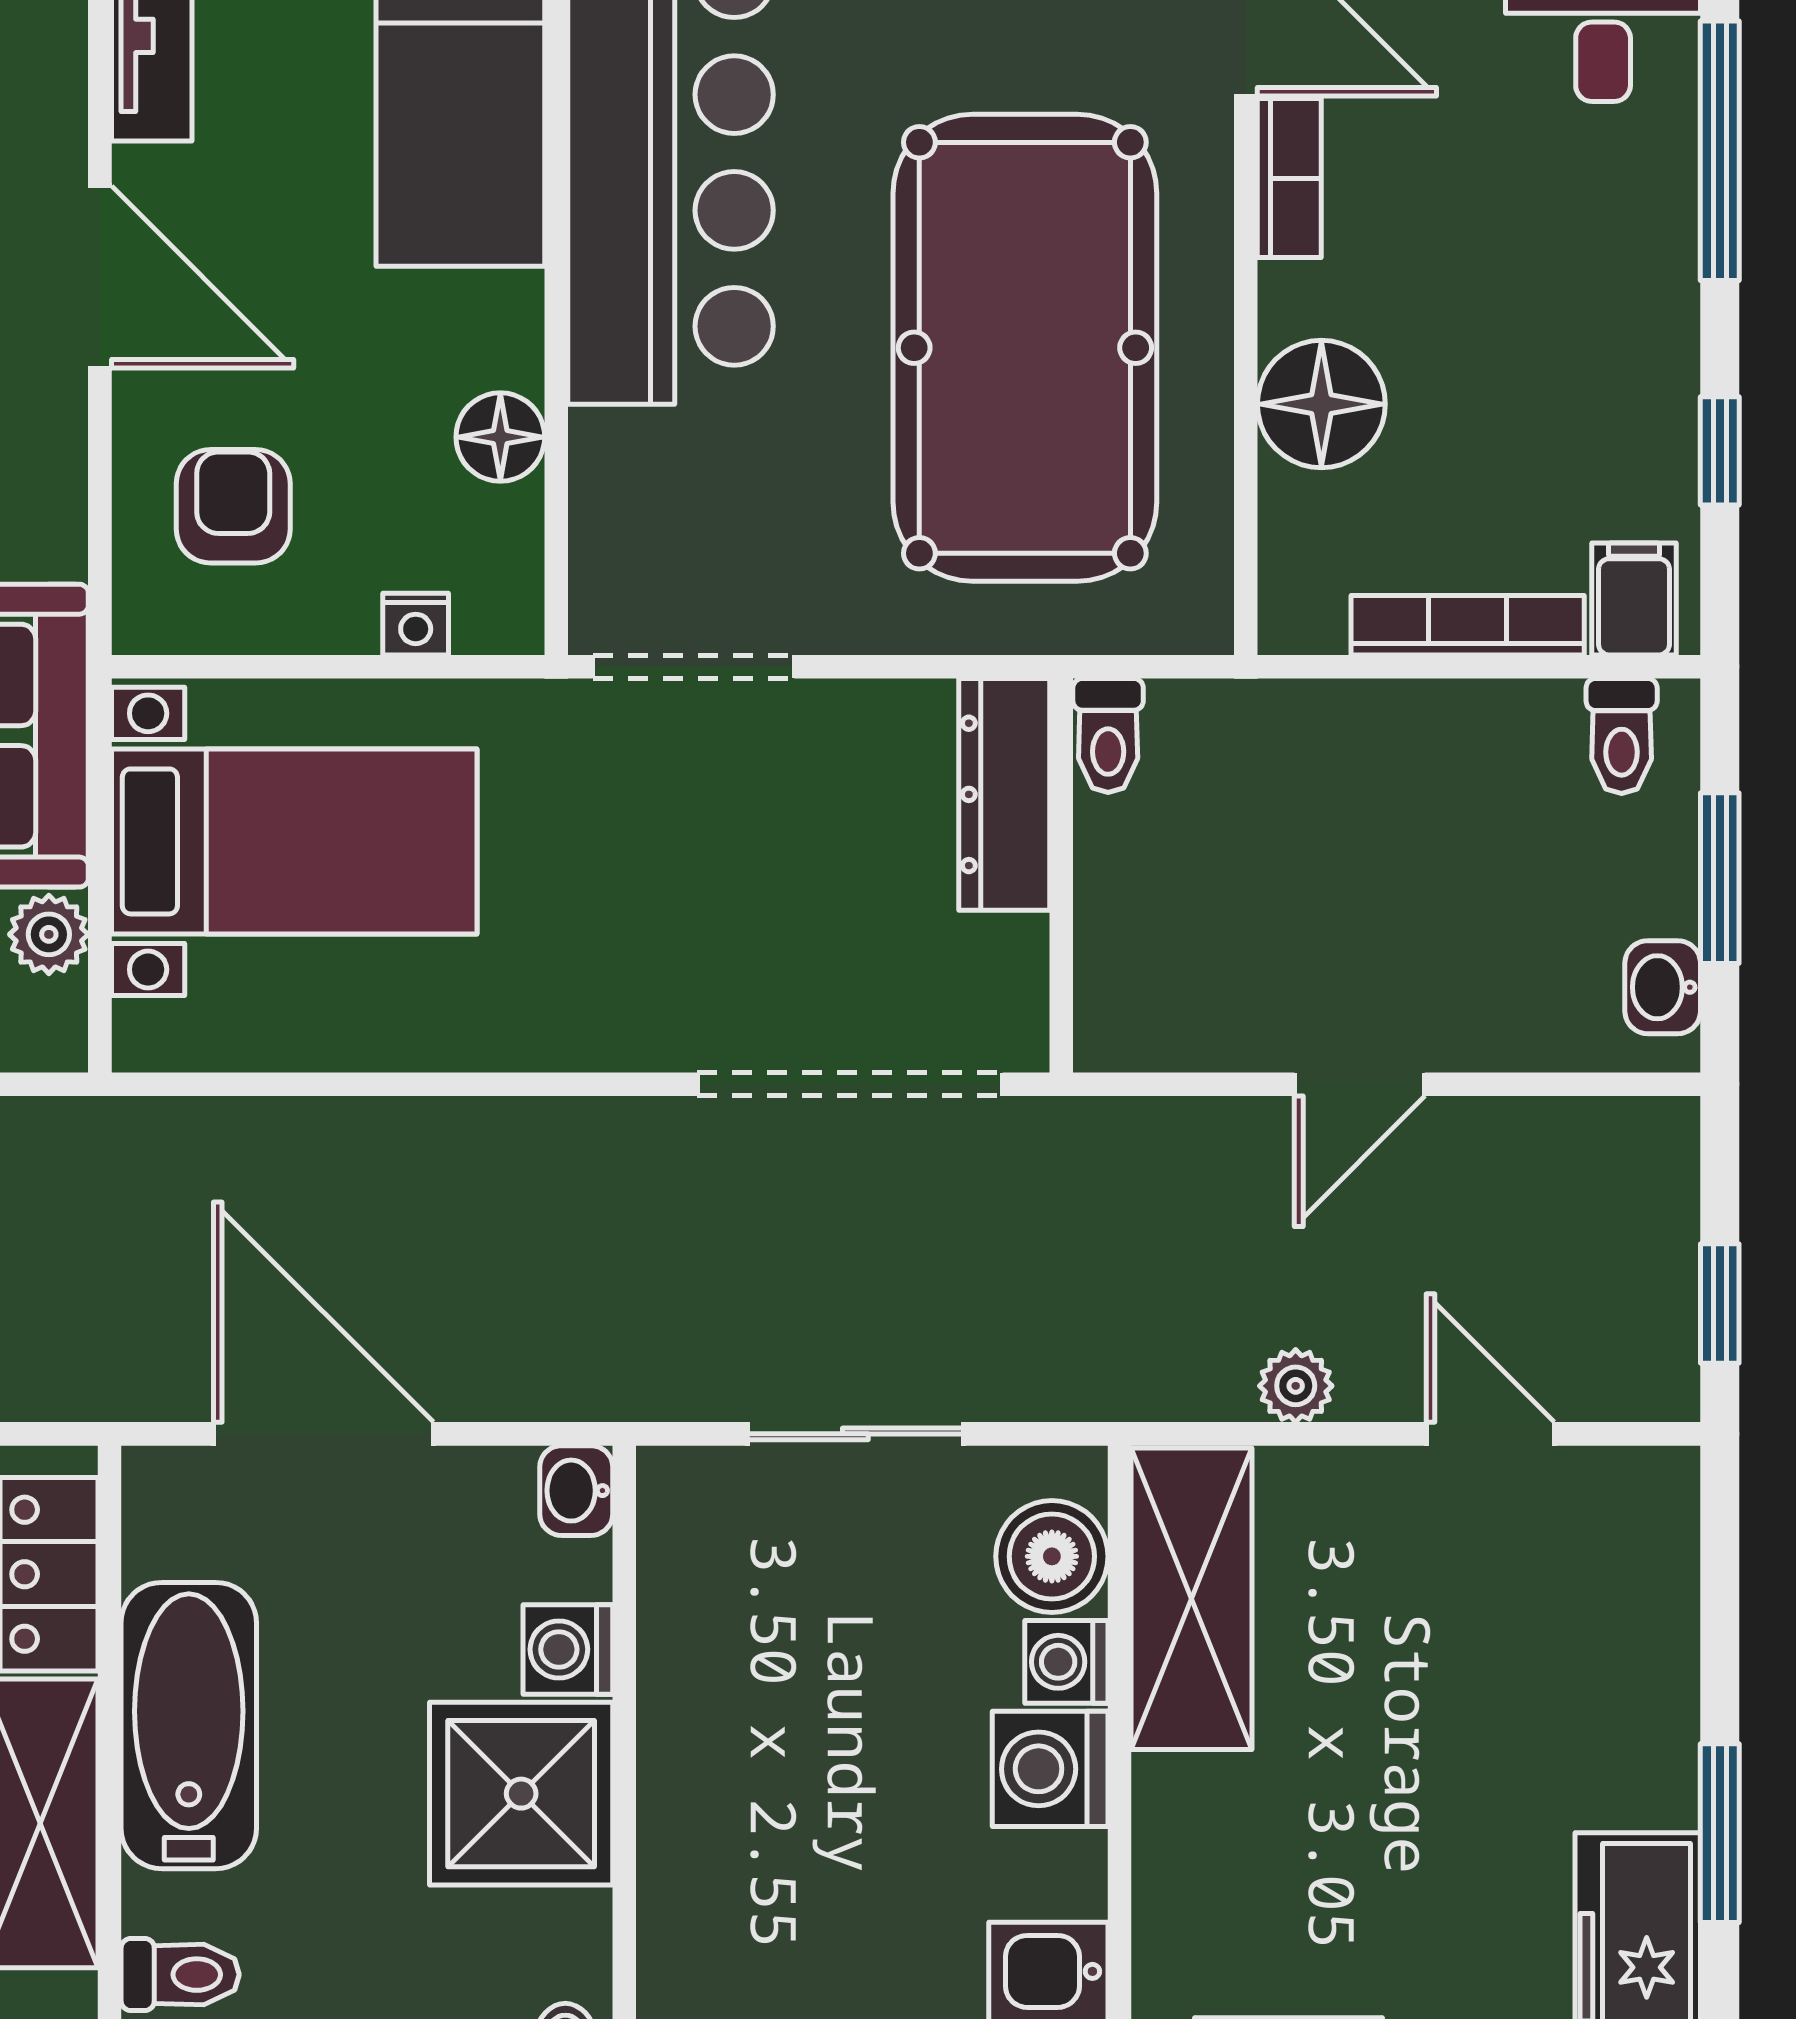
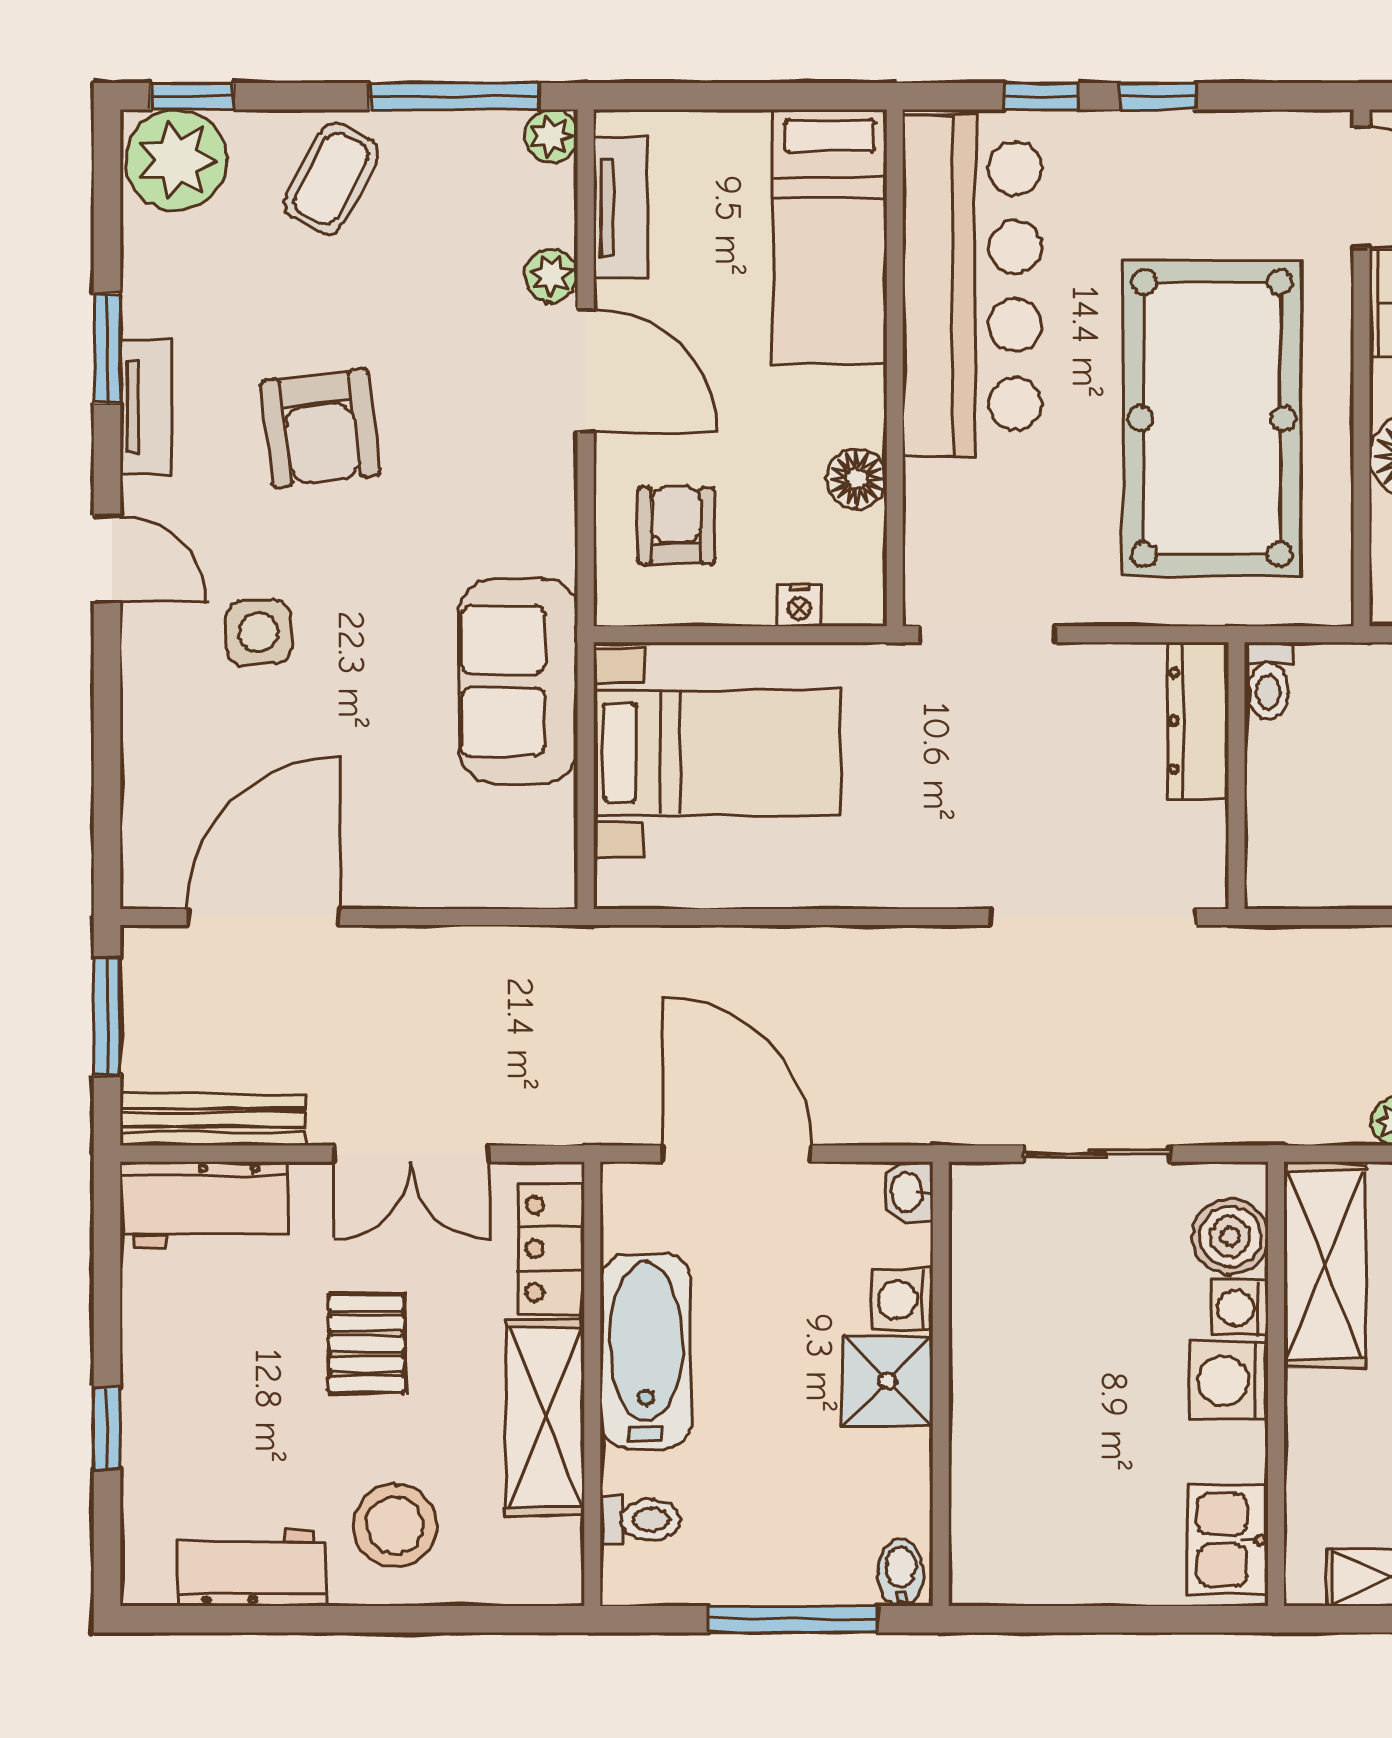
plant: (49, 934) -> (551, 276), moved
shower: (521, 1794) -> (887, 1381), width x0.73, depth x0.73

